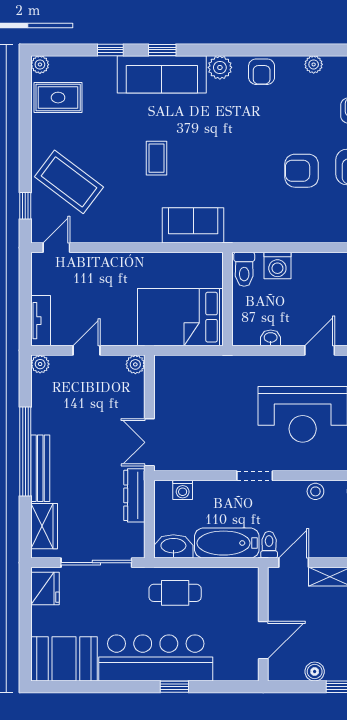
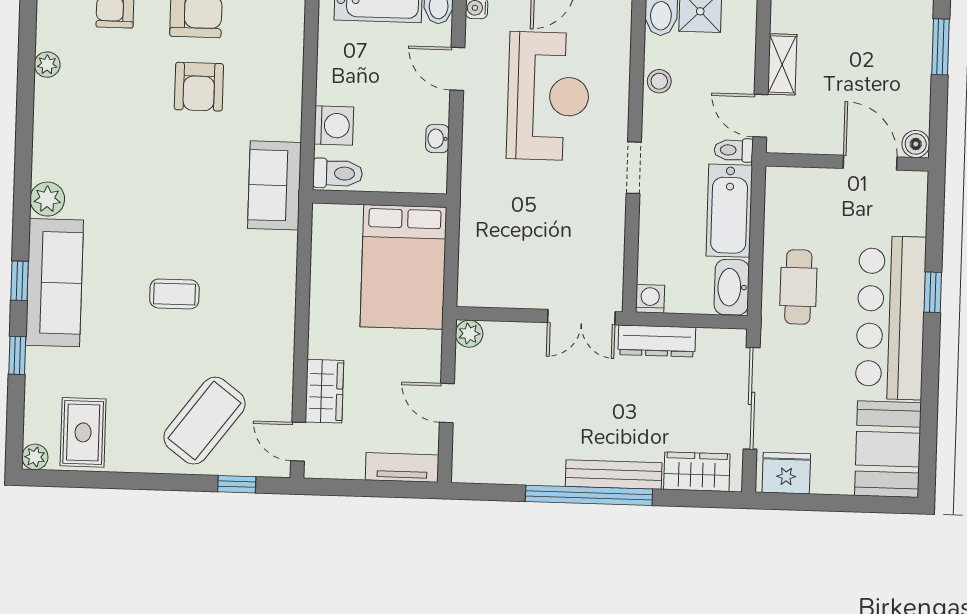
armchair: (262, 72) -> (55, 140), removed
sofa: (193, 225) -> (274, 185), moved
wardrobe: (92, 265) -> (324, 391), added
plant: (40, 364) -> (464, 470), removed
washing machine: (183, 490) -> (650, 299), moved, turned -90
boiler: (315, 672) -> (916, 144), moved

